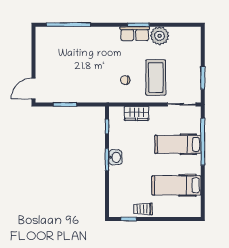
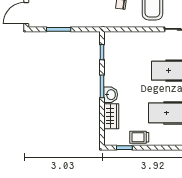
wardrobe: (137, 113) -> (111, 116), moved, turned -90
washbasin: (115, 157) -> (111, 95), moved

